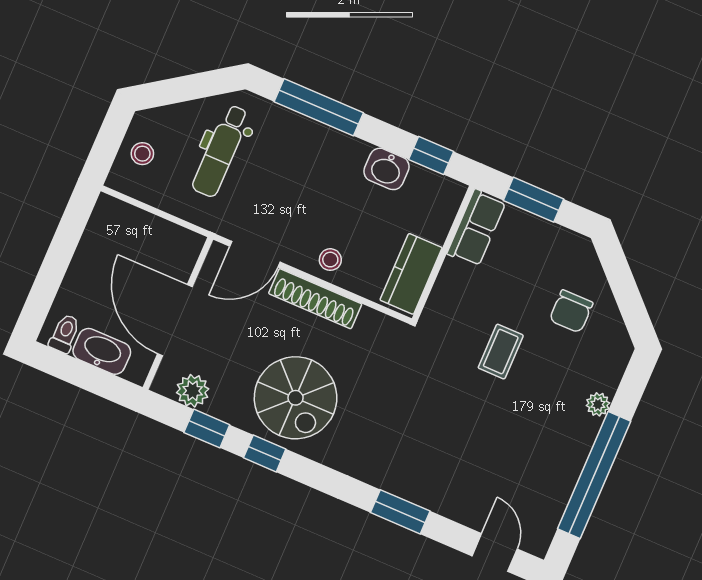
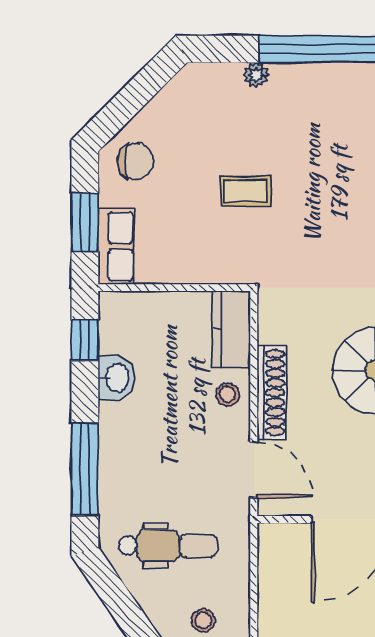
row of seats: (476, 228) -> (116, 246), moved, turned 90
kitchen counter: (411, 274) -> (231, 330), moved, turned 90
chair: (571, 311) -> (135, 161), moved

